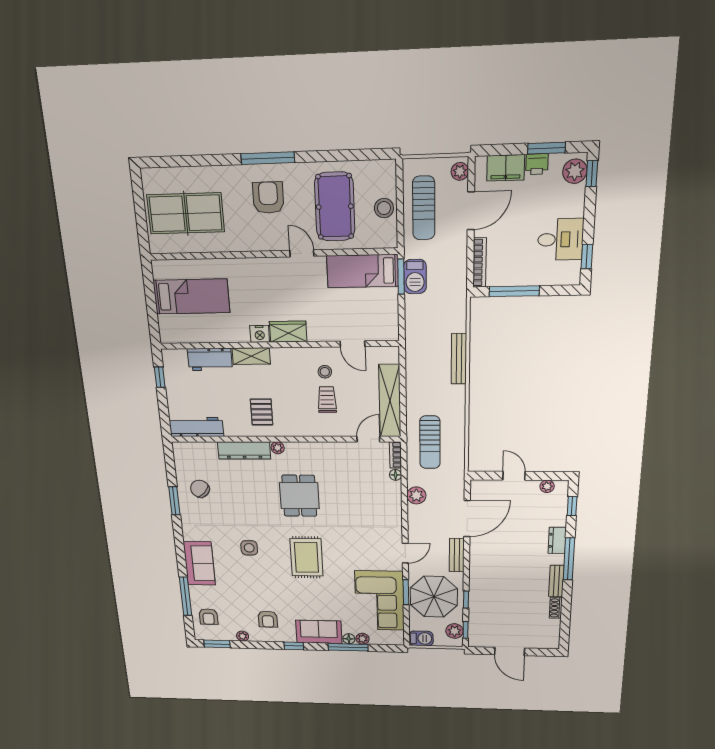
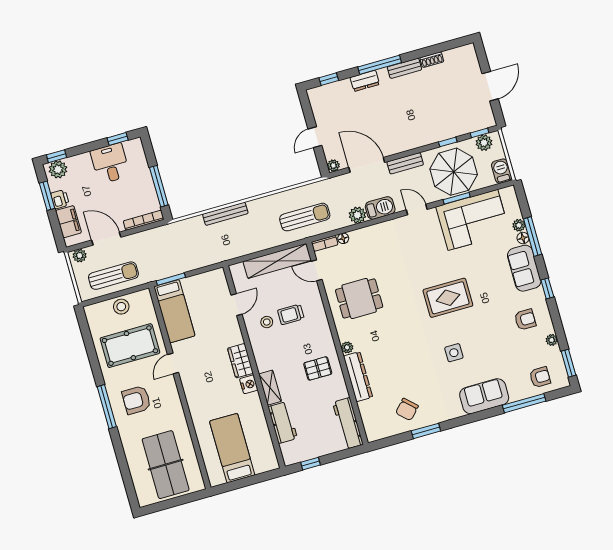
barbecue: (415, 277) -> (380, 208), moved
plant: (547, 486) -> (333, 165), moved
dining table: (299, 496) -> (359, 298), moved

